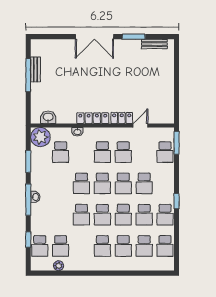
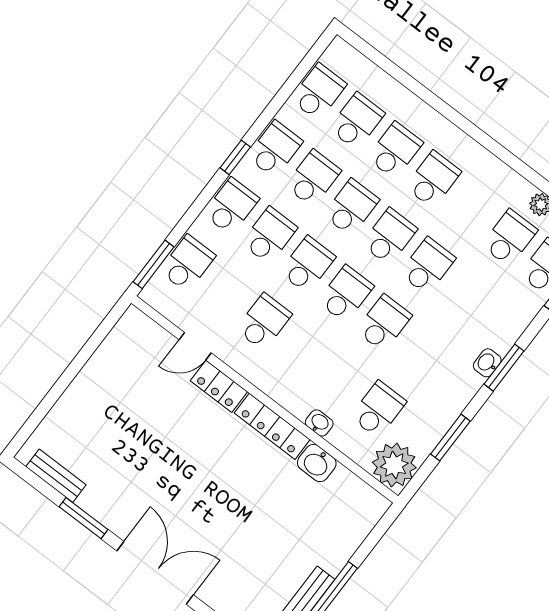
washbasin: (48, 117) -> (317, 463), moved
school desk: (102, 152) -> (231, 206), moved
window: (28, 200) -> (504, 368), width x0.69

